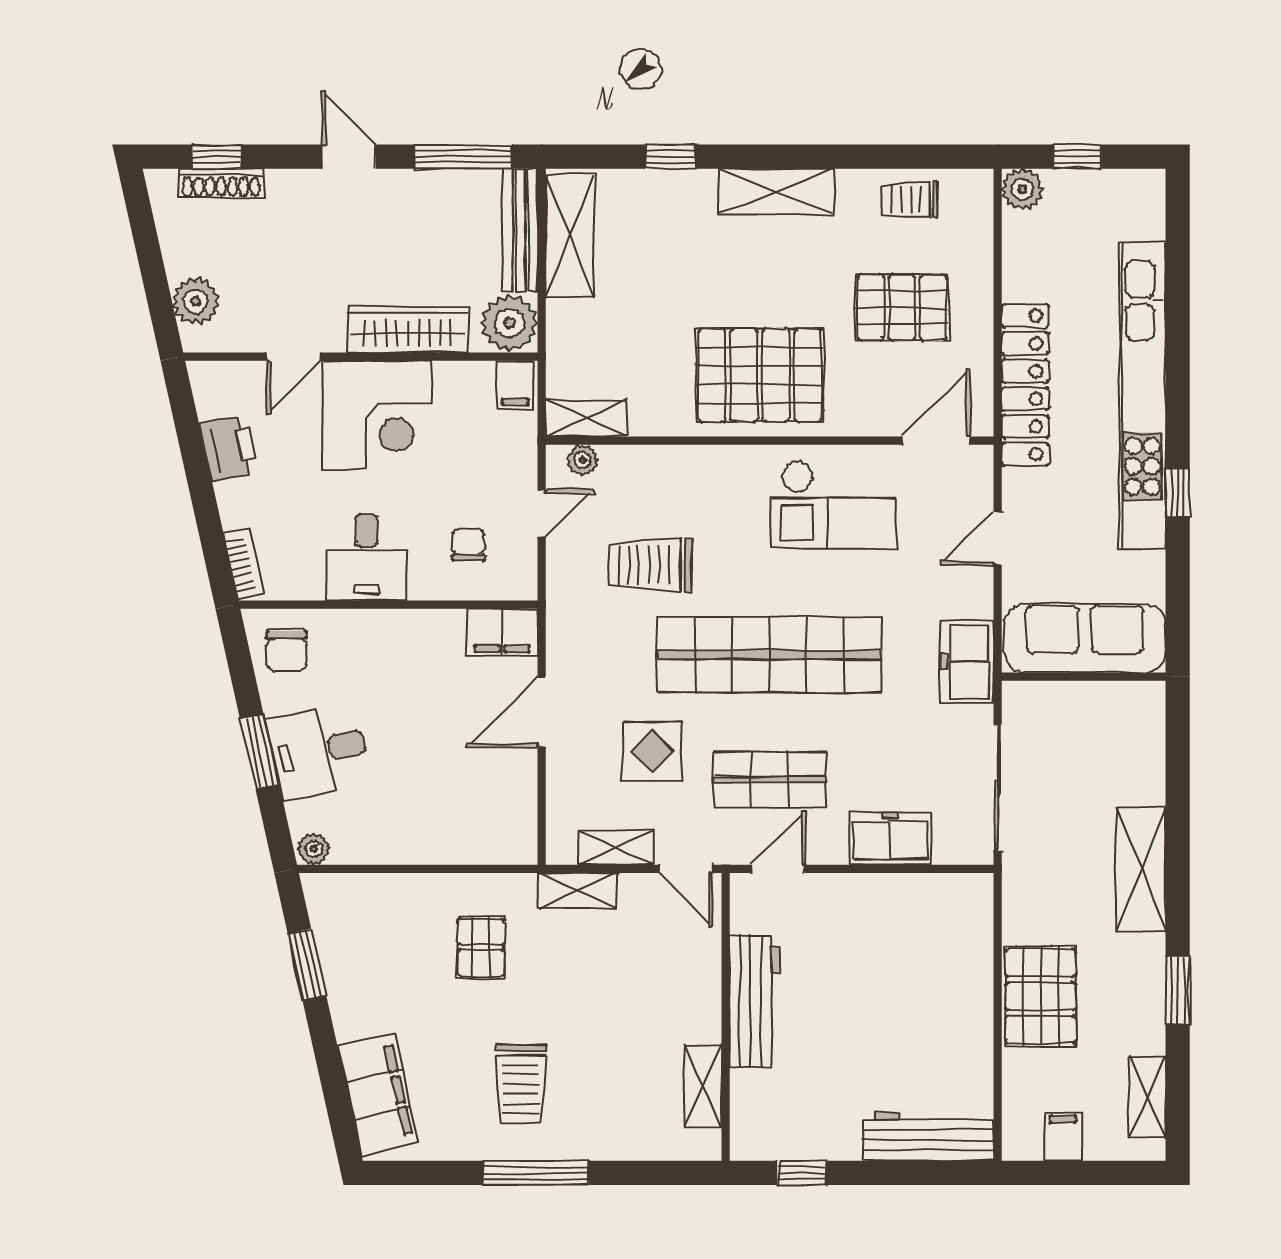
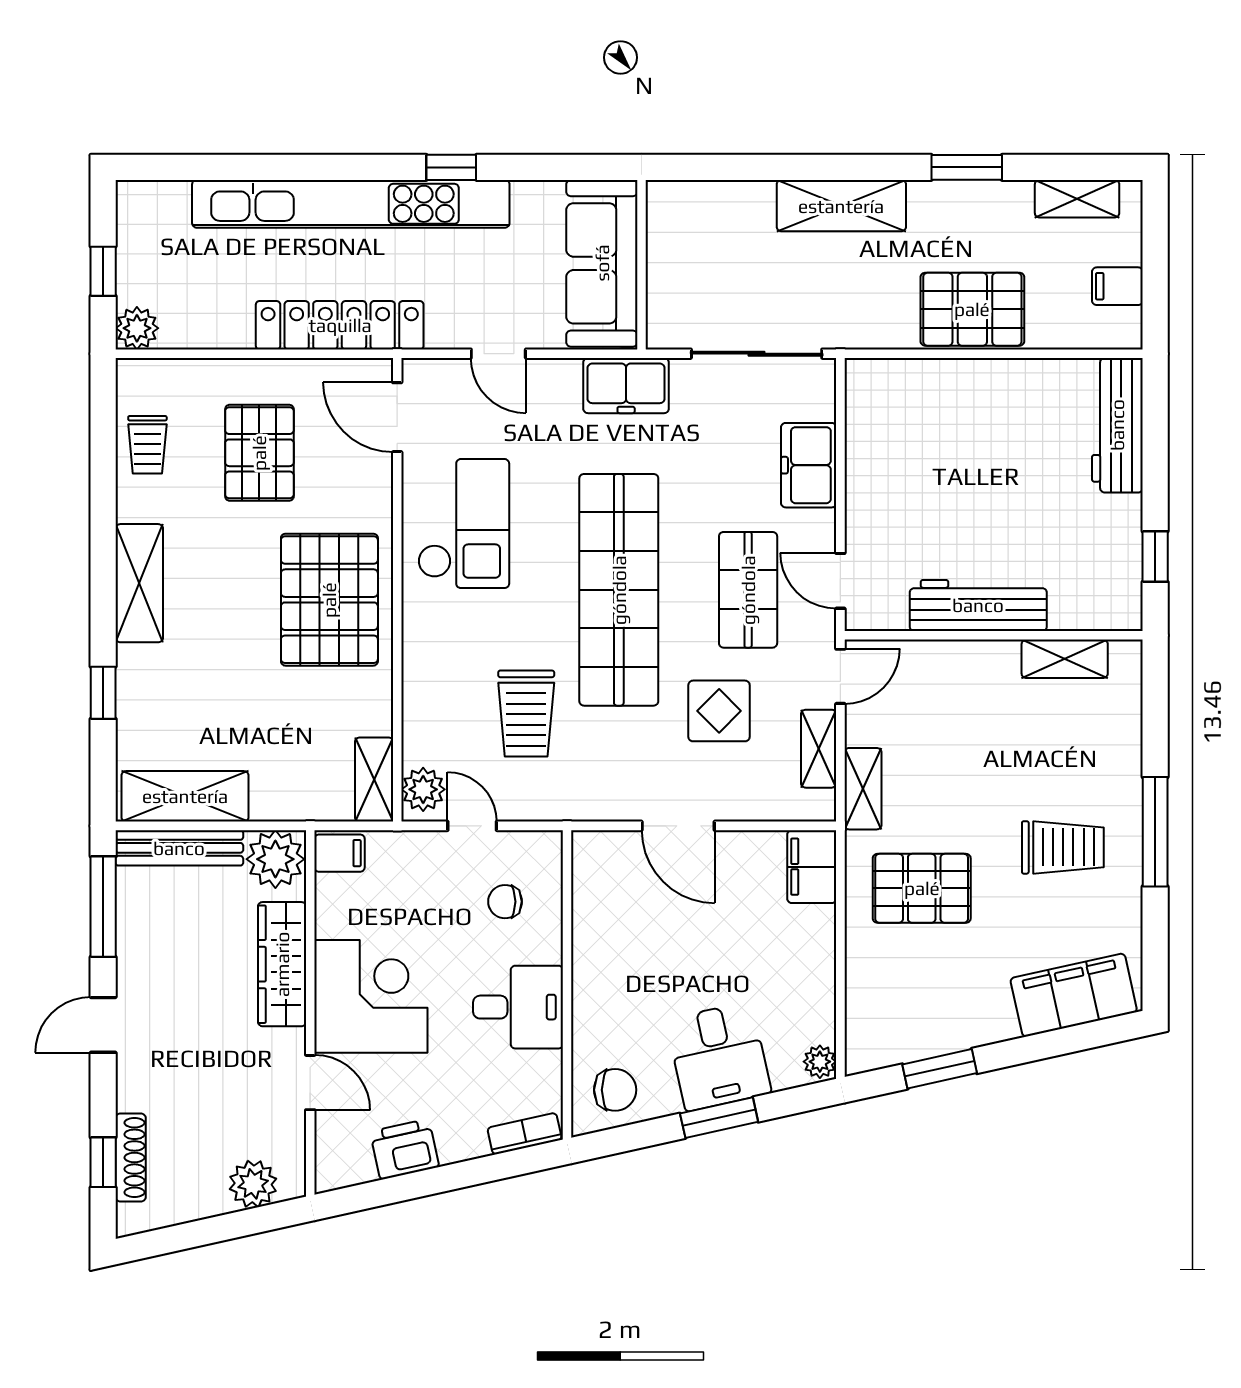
plant: (582, 460) -> (423, 789), width x1.38, depth x1.38
filing cabinet: (502, 632) -> (812, 867), moved, turned 180
pallet: (481, 947) -> (922, 888), width x1.50, depth x1.42

